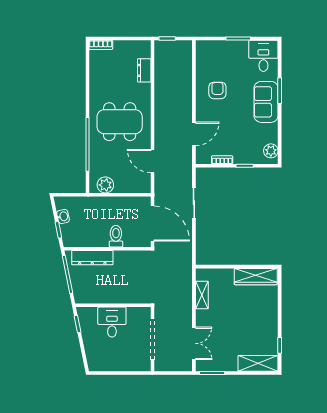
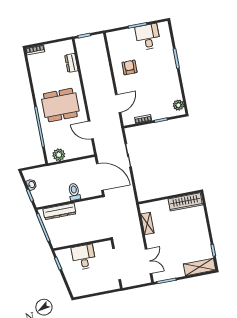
desk: (263, 56) -> (148, 37), moved
sofa: (266, 102) -> (168, 69), removed

